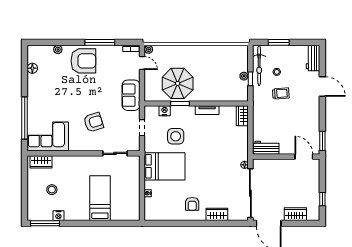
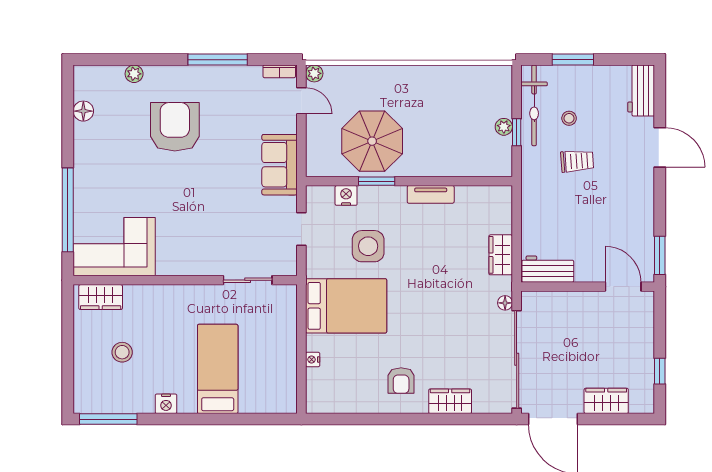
armchair: (83, 61) -> (175, 127), moved, turned -90
wardrobe: (242, 116) -> (501, 255), moved
armchair: (94, 122) -> (205, 218), removed
nightstand: (58, 216) -> (166, 404), moved

